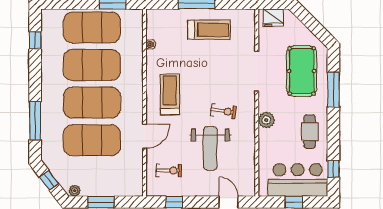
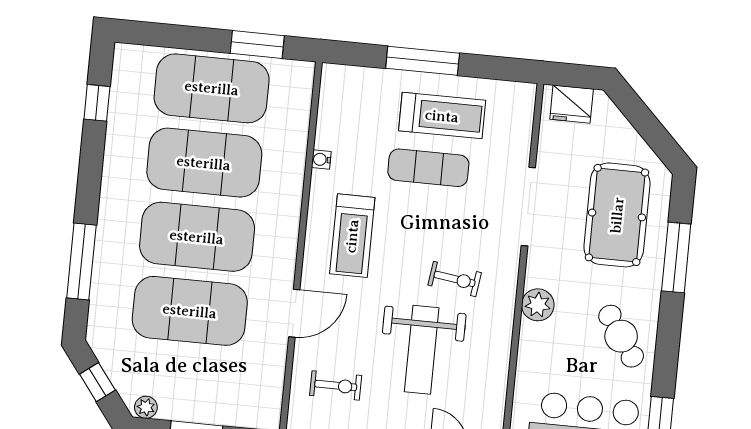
water cooler: (150, 44) -> (321, 159), moved
exercise mat: (205, 57) -> (428, 168), added
treadmill: (170, 94) -> (352, 236), turned 180
cafe table: (310, 132) -> (621, 336), turned -34

